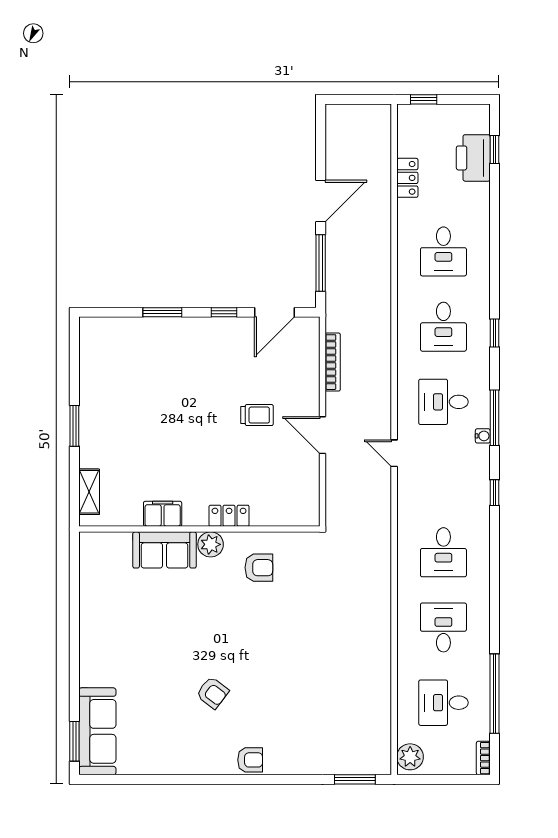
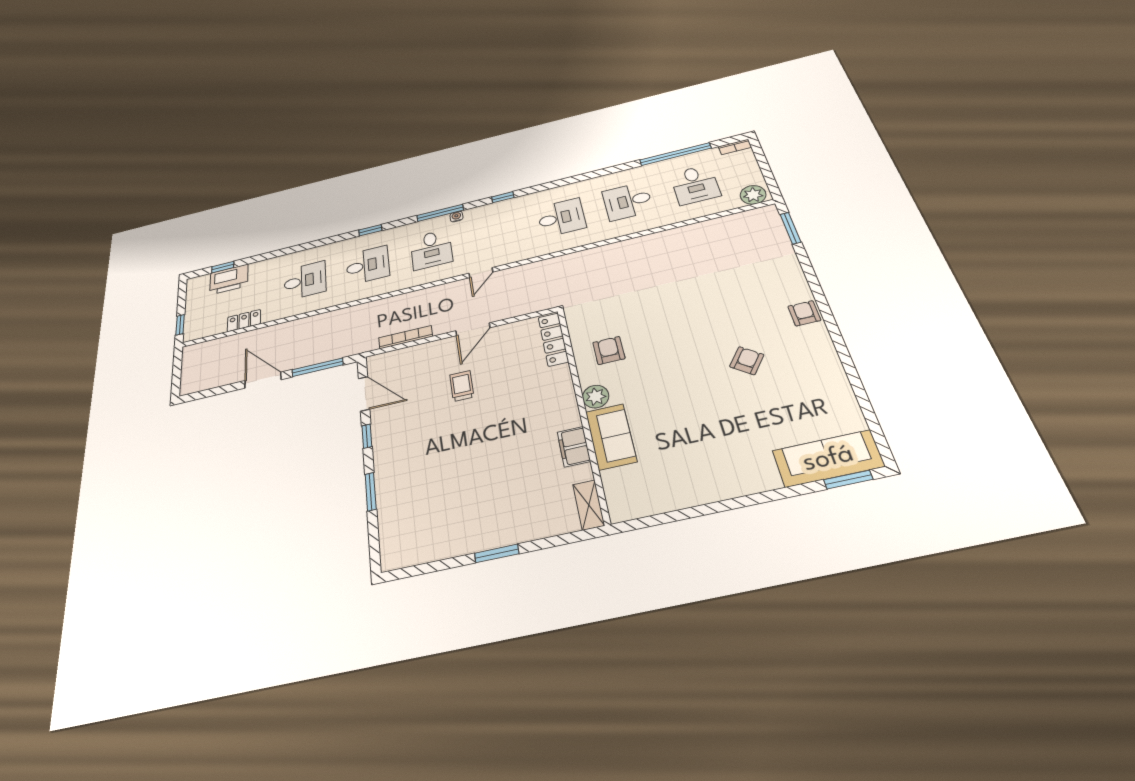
shelving: (89, 492) -> (589, 505), moved, turned 90
locker: (229, 516) -> (553, 339), moved, width x1.53

